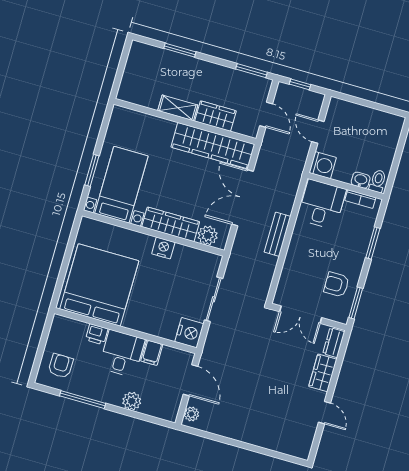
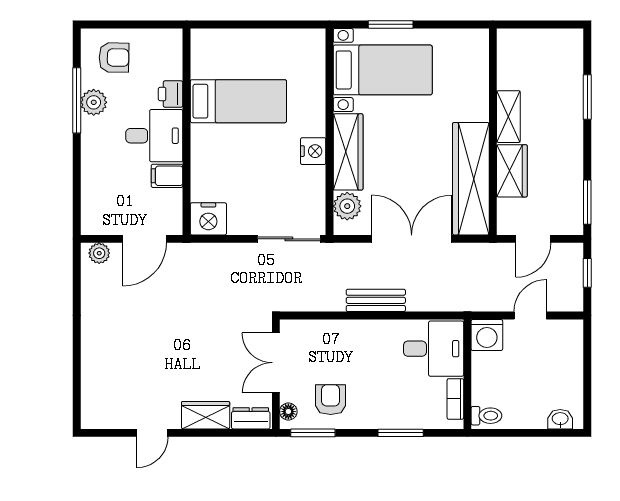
washbasin: (361, 180) -> (560, 419), moved, turned -90
bed: (99, 285) -> (238, 101), width x0.49
sliding door: (214, 299) -> (289, 239), moved
floor lamp: (336, 316) -> (288, 412), added
plant: (132, 401) -> (94, 102), moved

